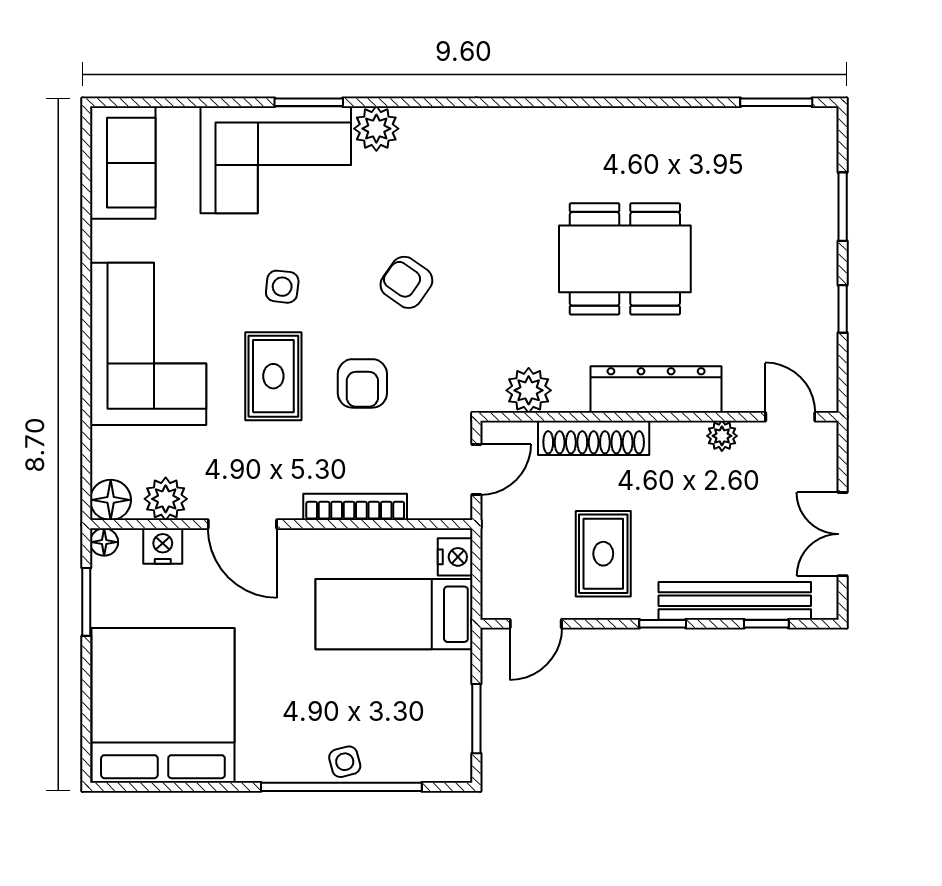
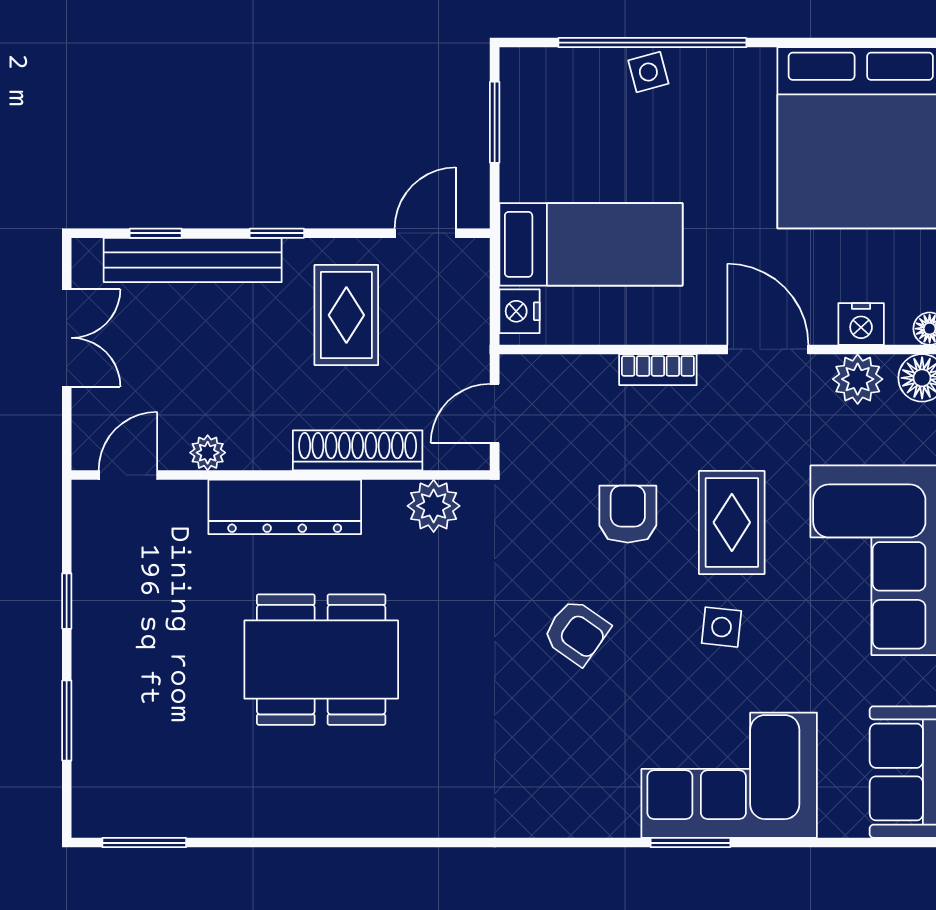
plant: (376, 129) -> (612, 812), removed
door: (790, 417) -> (128, 475), swing flipped
bookcase: (355, 507) -> (658, 370), width x0.64

